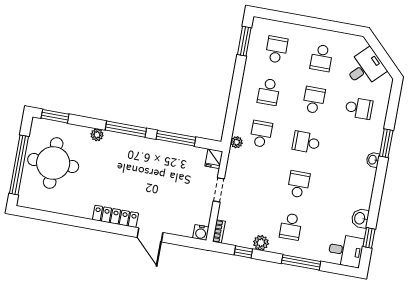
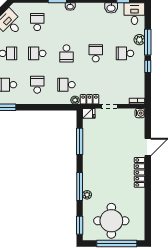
school desk: (269, 92) -> (37, 85), turned -90
window: (126, 129) -> (80, 187), moved
locker: (234, 163) -> (89, 99), added
school desk: (298, 184) -> (96, 53), turned 90
school desk: (291, 227) -> (125, 53), turned 180
plant: (261, 243) -> (139, 40), moved
window: (243, 252) -> (148, 66), moved

